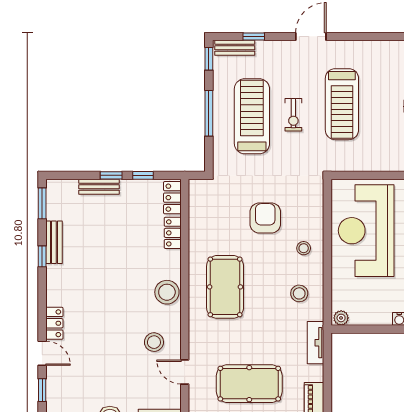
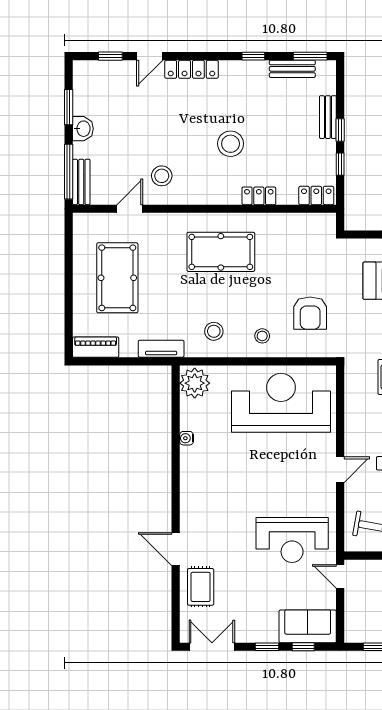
armchair: (265, 218) -> (310, 313), moved, turned 90
locker: (173, 233) -> (259, 196), moved
bench: (54, 242) -> (292, 69), moved
stool: (167, 292) -> (231, 144), moved
plant: (341, 318) -> (195, 383), width x1.88, depth x1.88
locker: (54, 323) -> (191, 69), width x1.53

